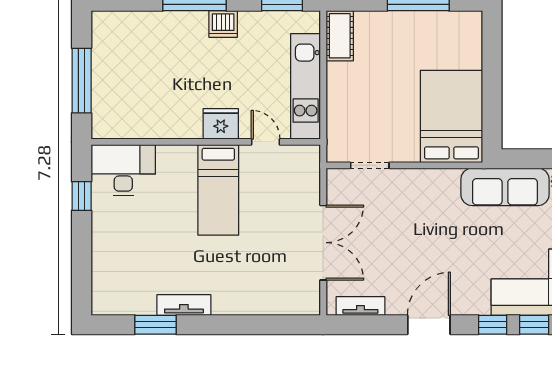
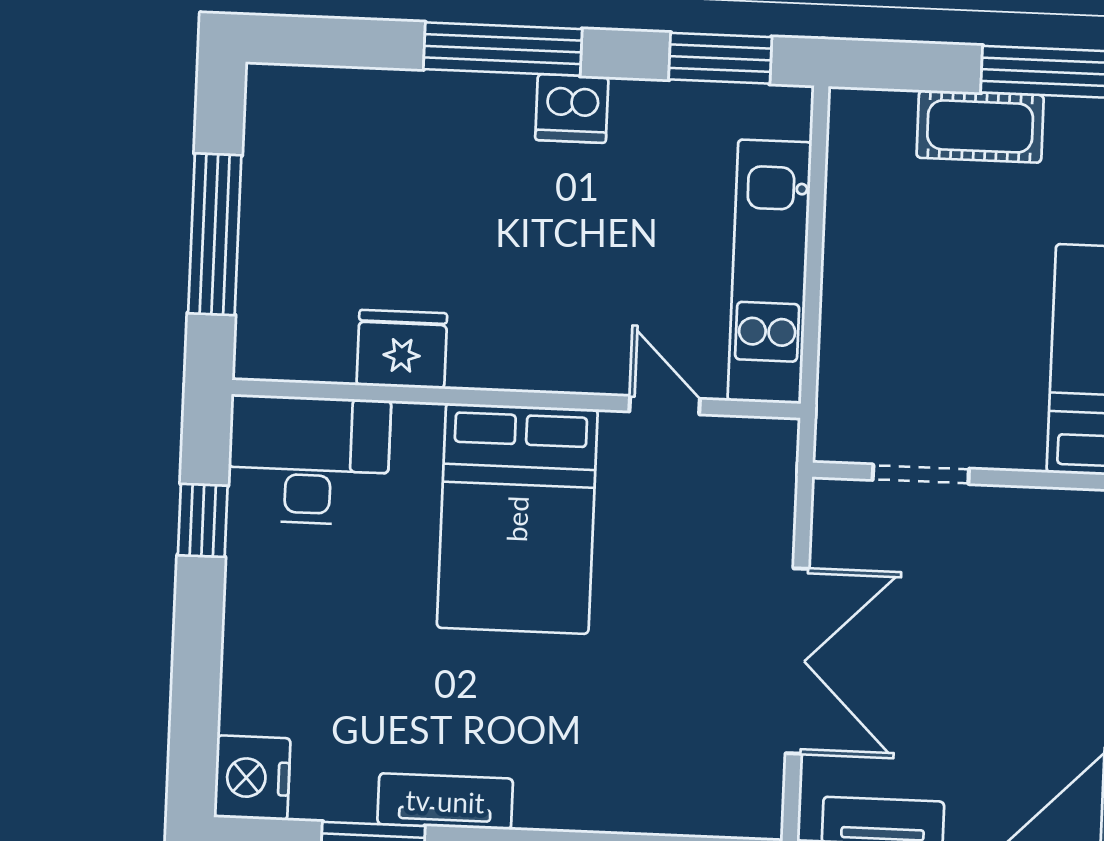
cot: (340, 36) -> (980, 126), moved, turned 90
fridge: (221, 124) -> (402, 349), moved
bed: (218, 190) -> (517, 519), width x1.50
nightstand: (106, 299) -> (252, 778), added

